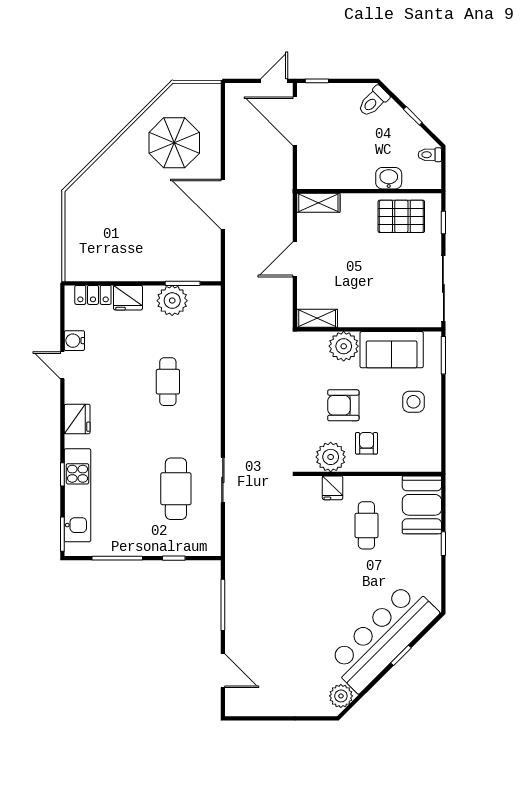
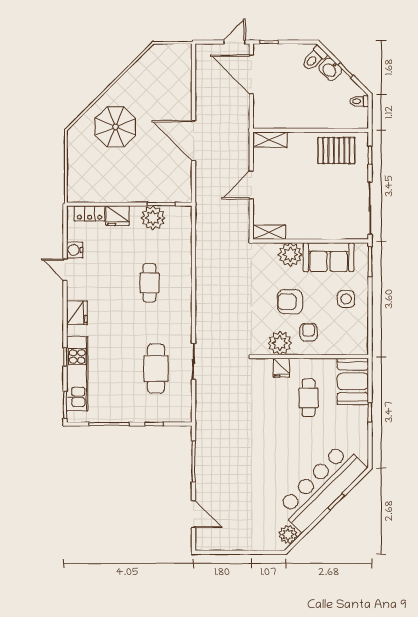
parasol: (174, 143) -> (115, 127), moved
washbasin: (389, 178) -> (330, 69), moved, turned -135

